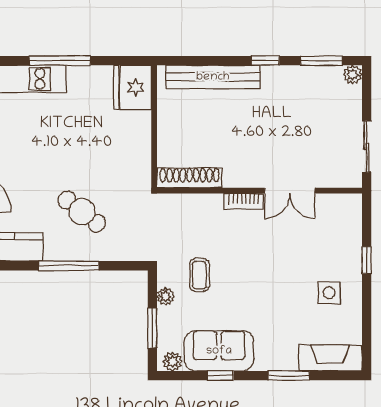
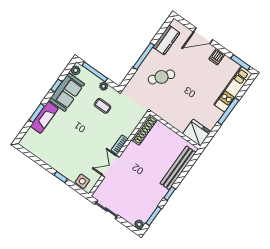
side table: (329, 293) -> (82, 181), moved
window: (152, 328) -> (95, 72), width x1.44
fireplace: (330, 358) -> (44, 117), moved

